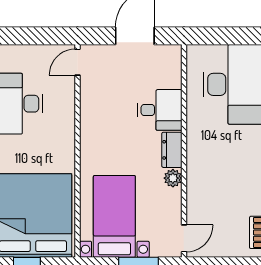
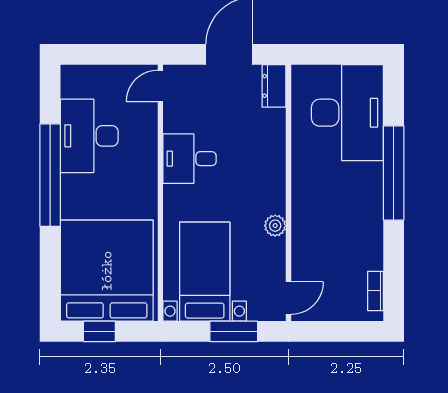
desk: (160, 110) -> (189, 159), moved, turned 180
dresser: (172, 150) -> (274, 86), moved

